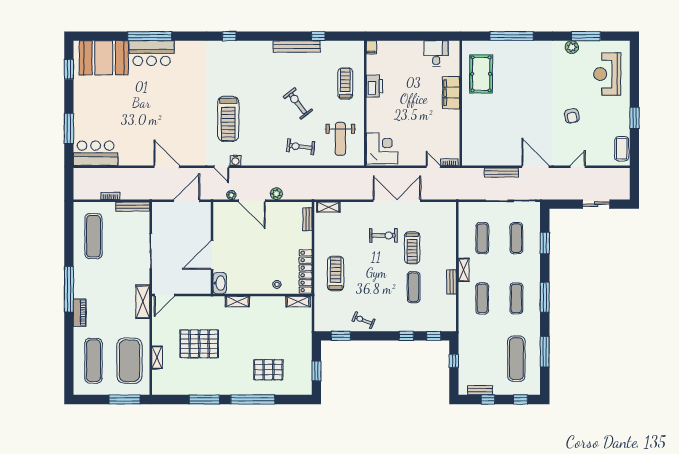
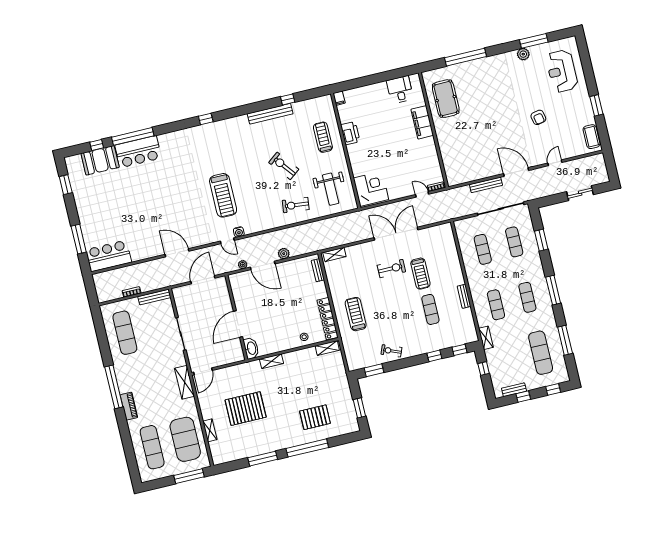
window: (110, 36) -> (97, 145), added
booth: (104, 58) -> (100, 160), width x0.73, depth x0.70
shelving: (464, 270) -> (486, 338), moved

